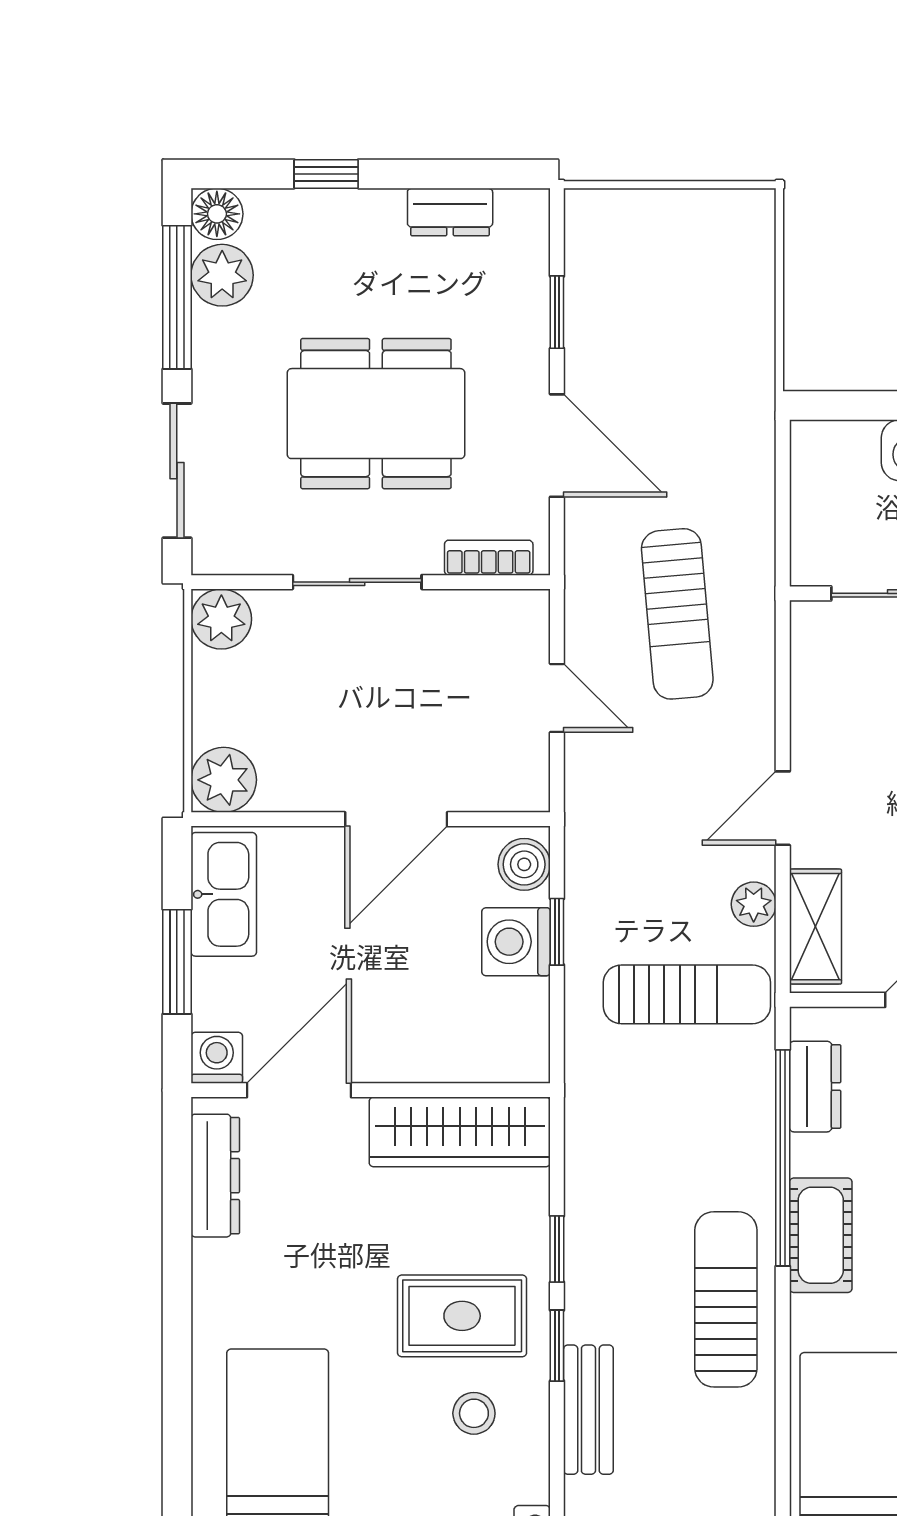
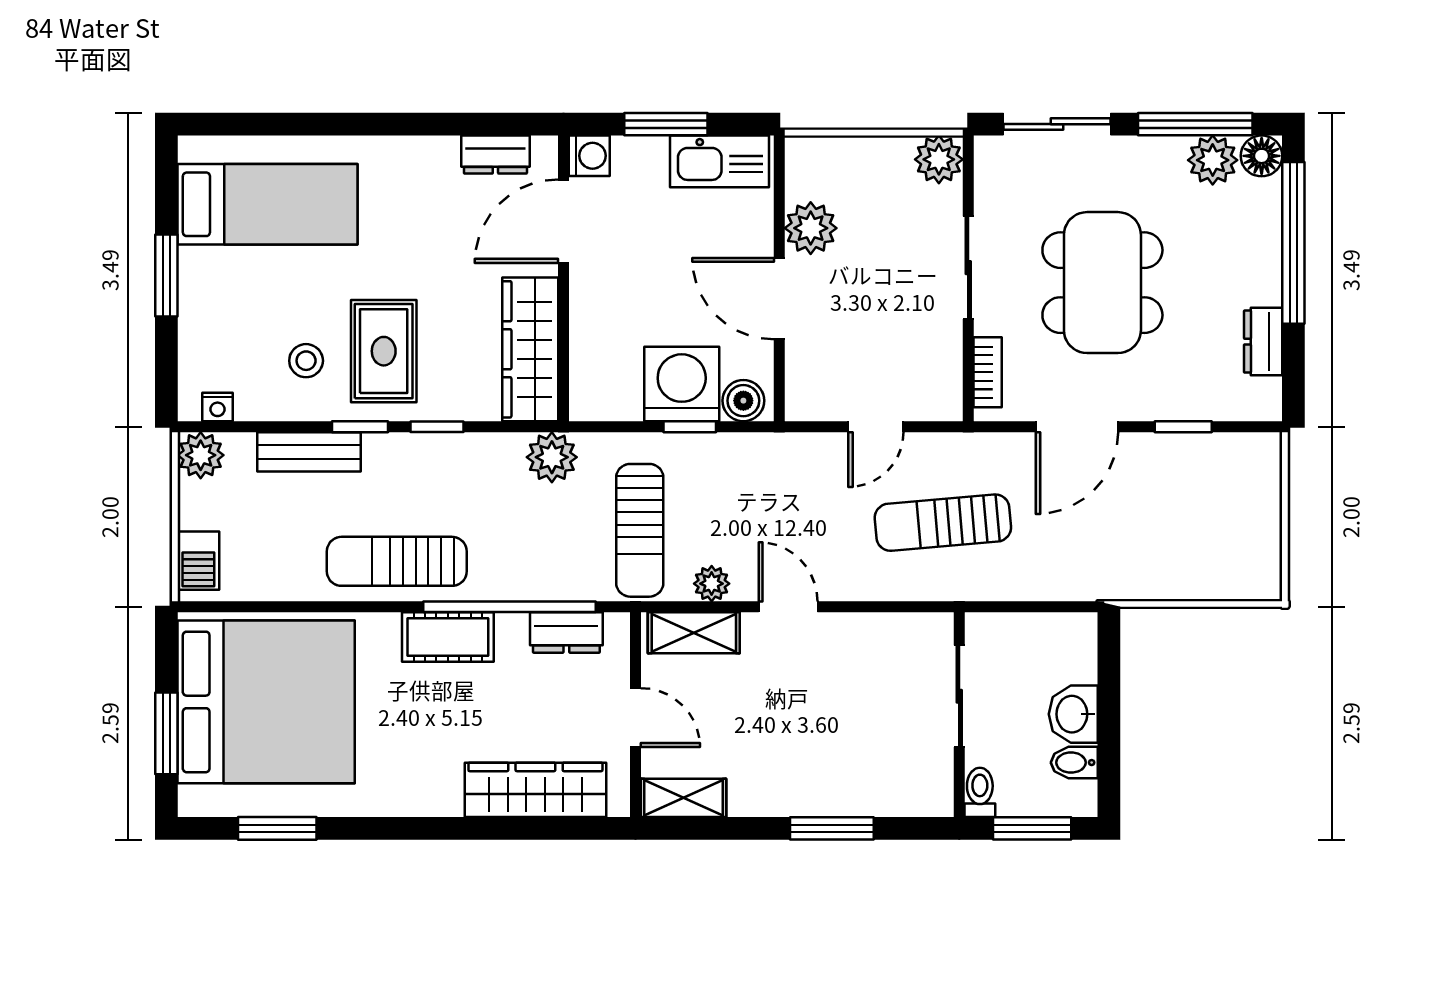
window: (326, 174) -> (1293, 243), width x3.17
plant: (224, 780) -> (811, 228), moved
washing machine: (516, 942) -> (682, 384), width x1.37, depth x1.37
door: (299, 1090) -> (563, 221), swing flipped
plant: (595, 1105) -> (552, 457), added
dresser: (215, 1176) -> (495, 155), width x0.70
sun lounger: (726, 1299) -> (397, 561), turned 180

